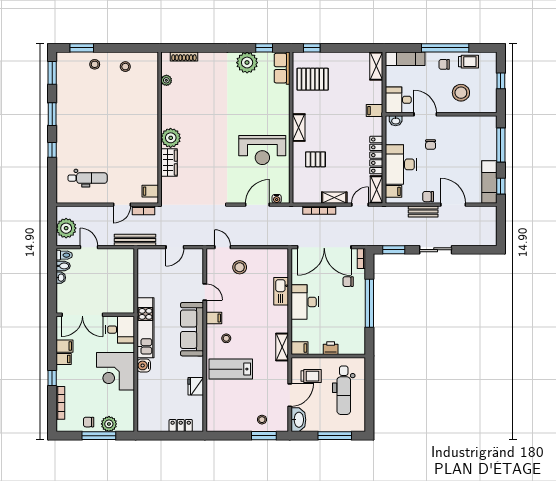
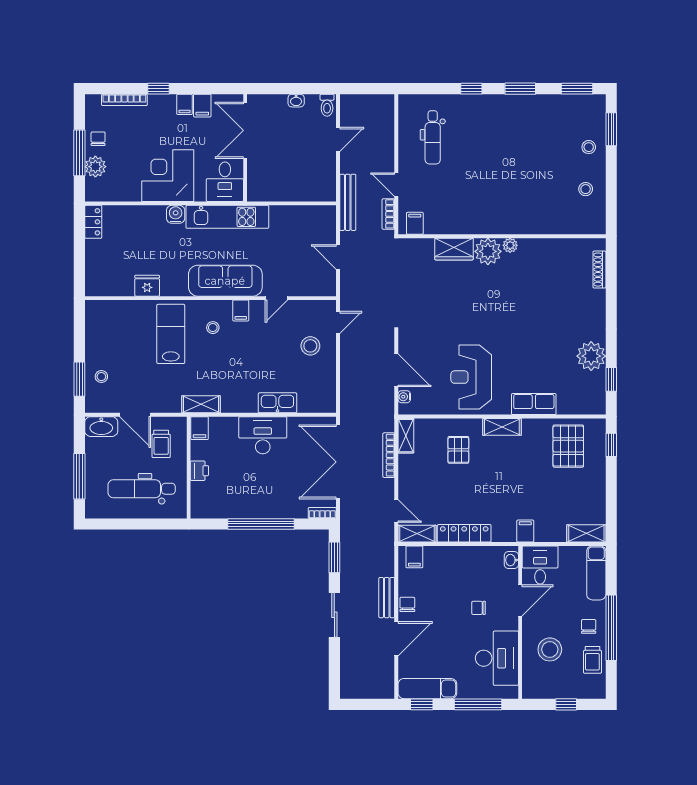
row of seats: (282, 68) -> (534, 404), moved
plant: (166, 80) -> (510, 245), moved
desk: (401, 164) -> (497, 658), moved, turned 90
shelving: (334, 198) -> (406, 436), moved
plant: (66, 228) -> (364, 108), removed
bidet: (63, 266) -> (312, 104), removed
chair: (348, 282) -> (291, 495), removed
locker: (181, 426) -> (93, 222), moved

